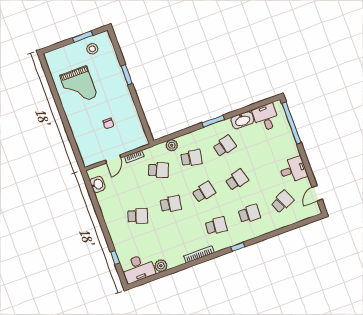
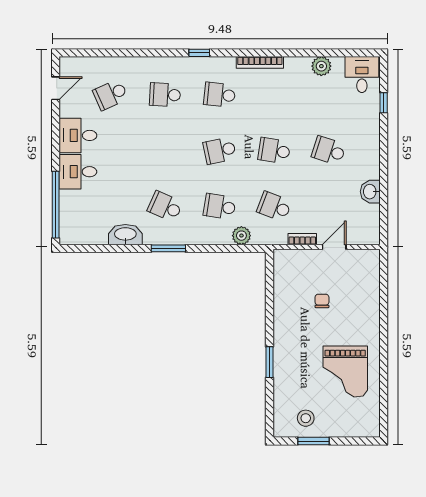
grand piano: (79, 86) -> (345, 372), turned 180
desk: (266, 117) -> (78, 172), moved, turned 90
school desk: (225, 146) -> (165, 206), turned 39
school desk: (237, 180) -> (165, 151), removed
washbasin: (97, 184) -> (370, 192), moved
desk: (138, 268) -> (362, 74), width x0.73

